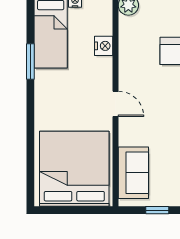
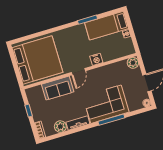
nightstand: (104, 46) -> (96, 59), moved
sofa: (133, 173) -> (58, 88), moved

